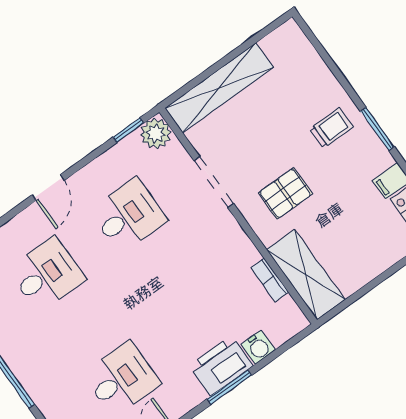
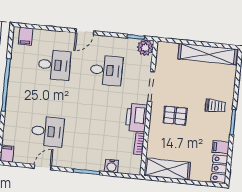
shelving: (219, 88) -> (208, 54), moved
shelving: (306, 275) -> (167, 169), moved, turned 90
printer: (221, 366) -> (136, 118), moved, turned -90

